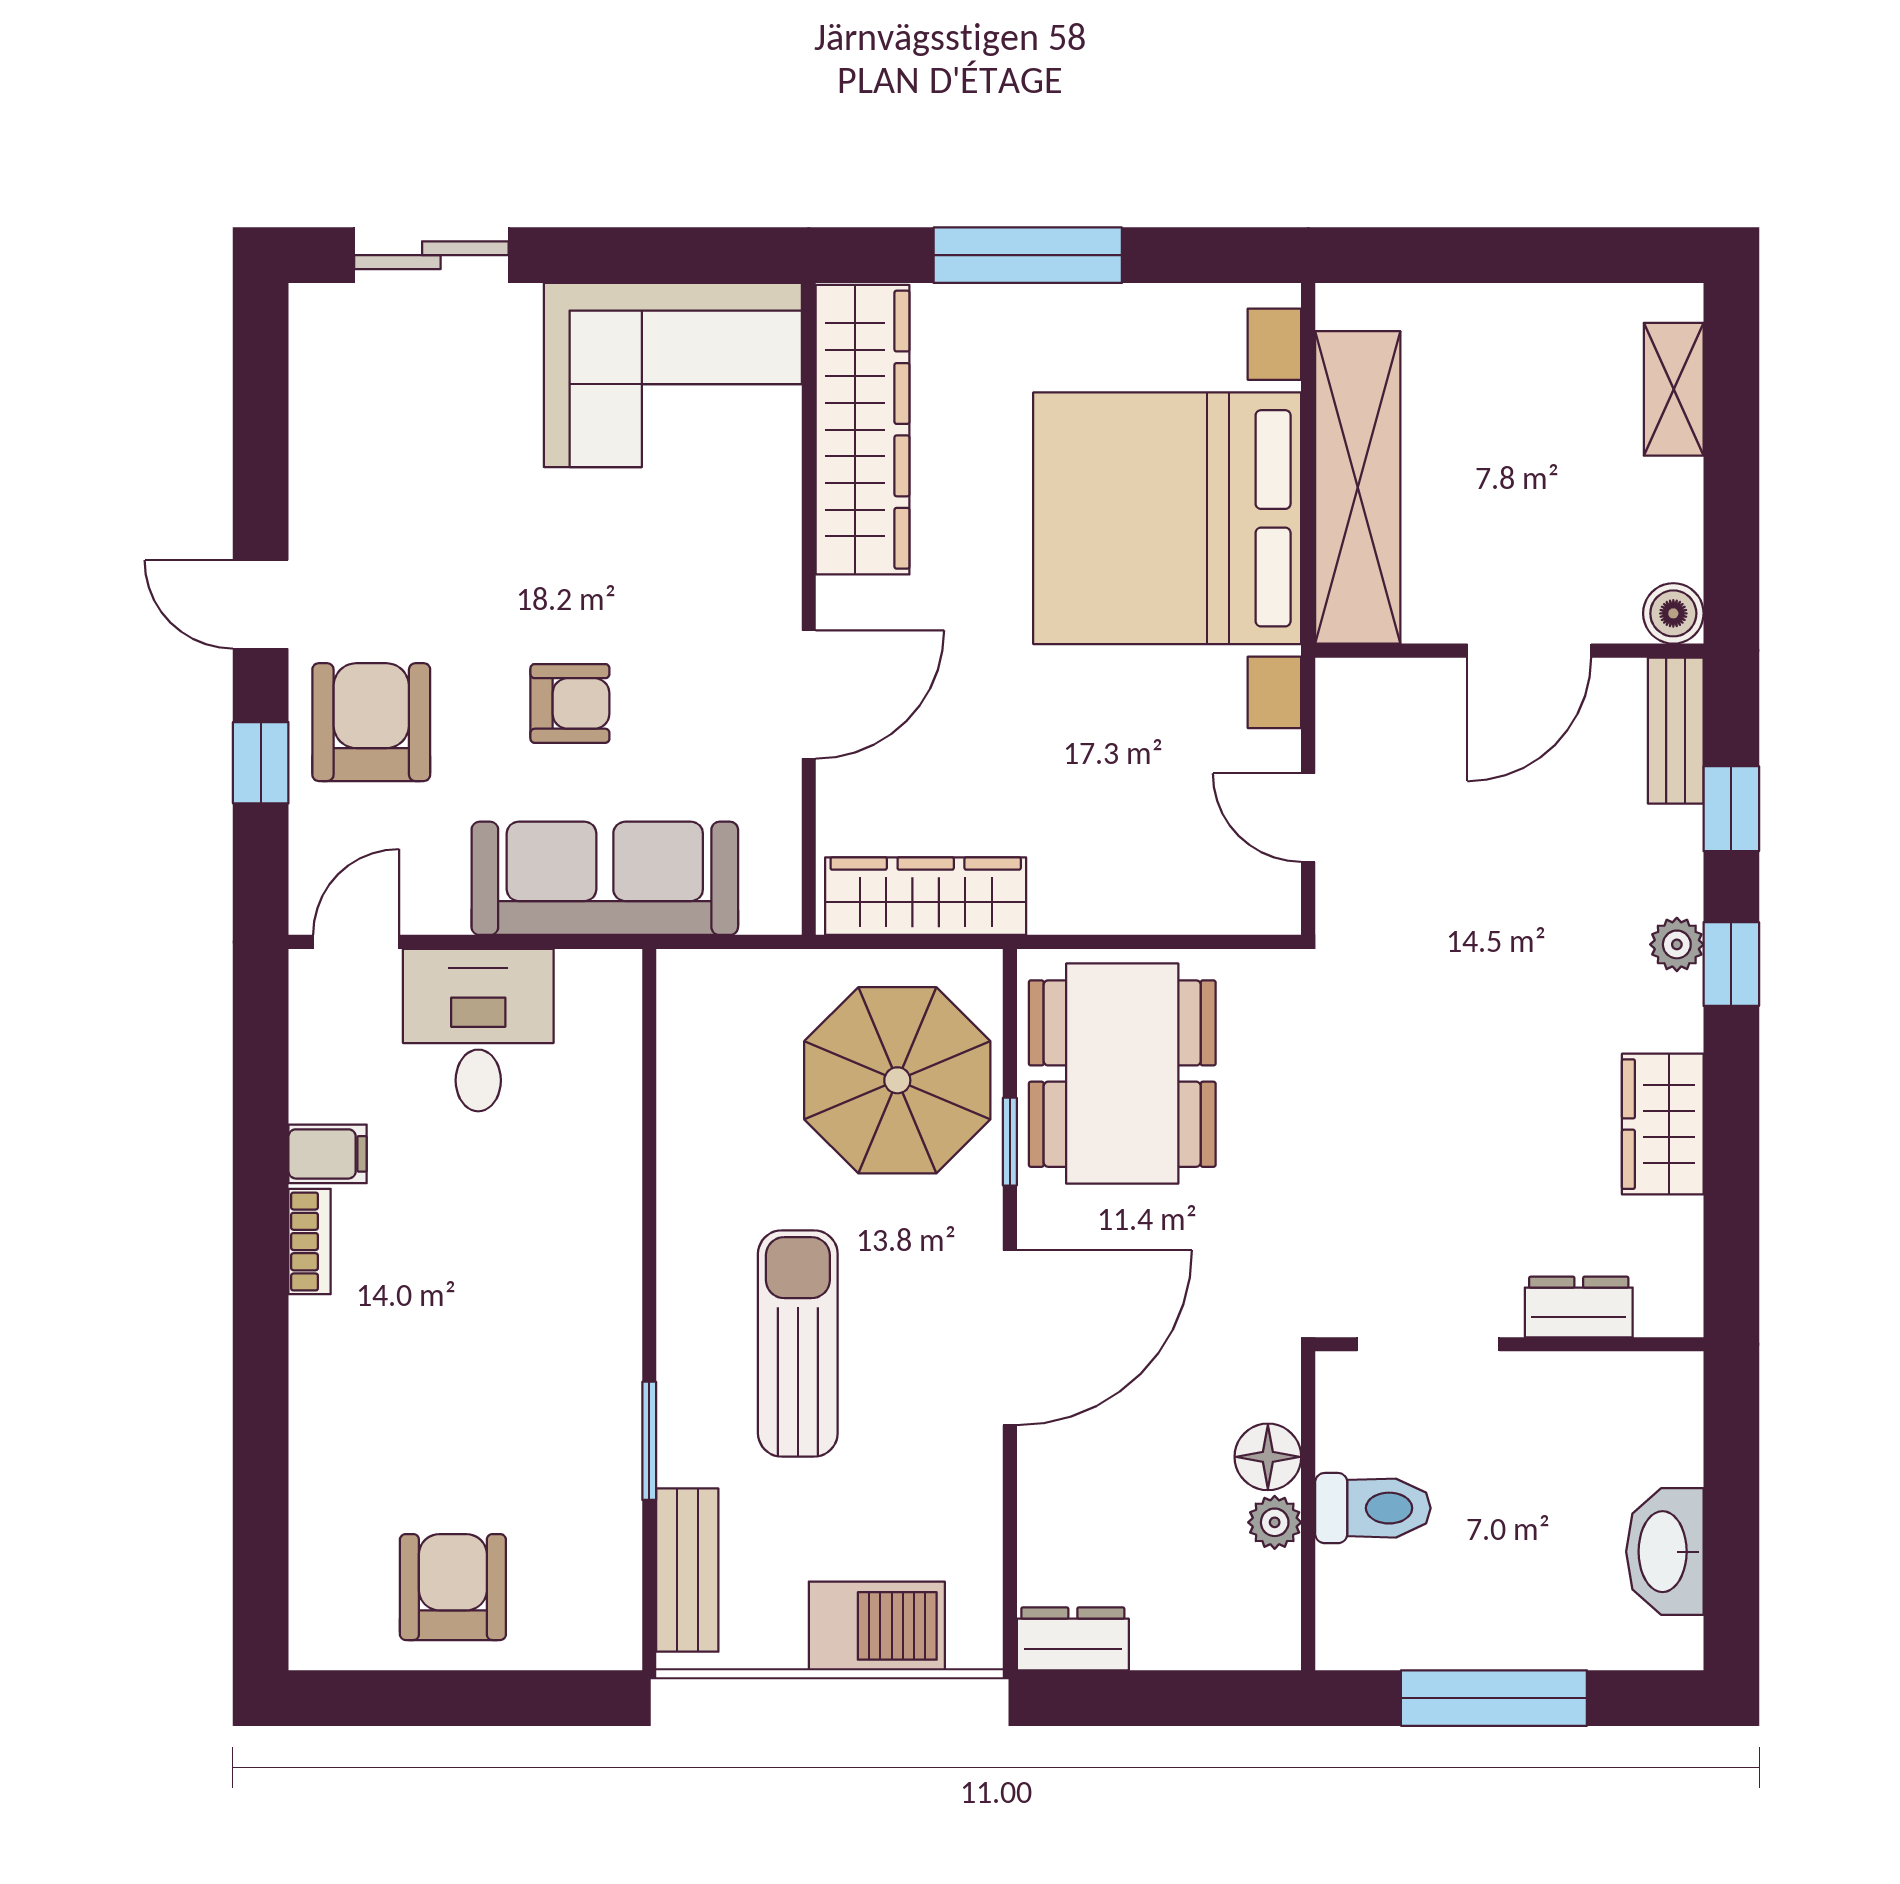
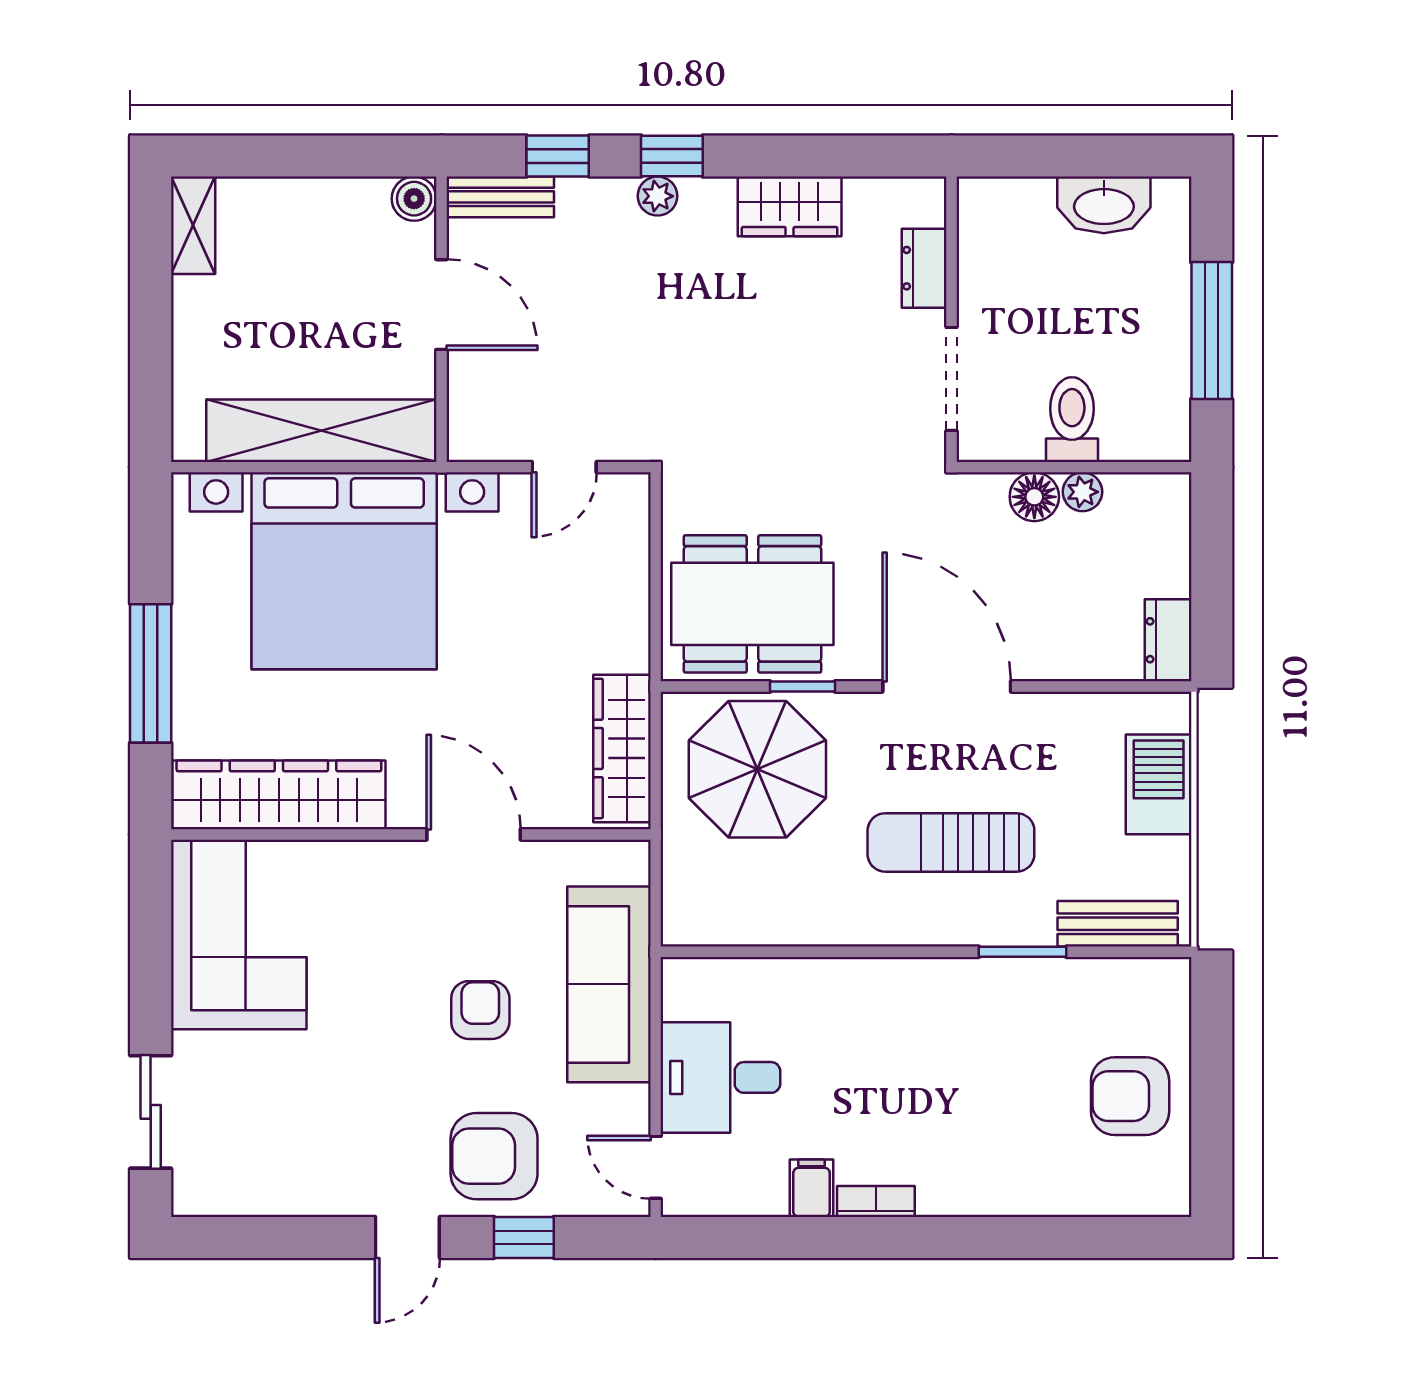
shelving: (1674, 389) -> (193, 225), moved, turned 90

